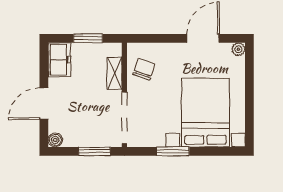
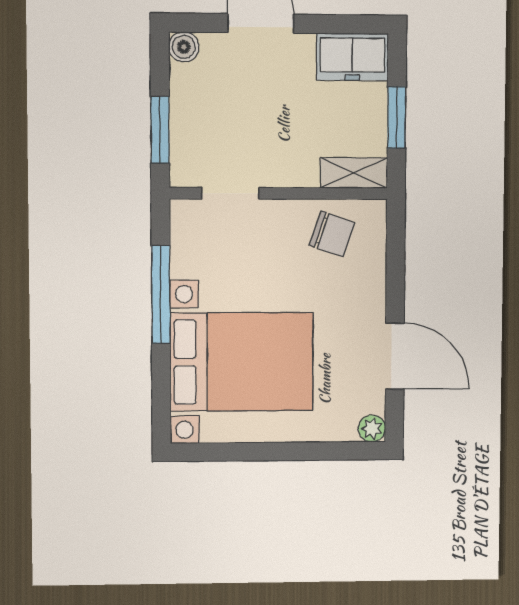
shelving: (115, 73) -> (354, 173), moved
doorway: (124, 118) -> (230, 193), width x0.53
window: (173, 151) -> (161, 294), width x1.44

